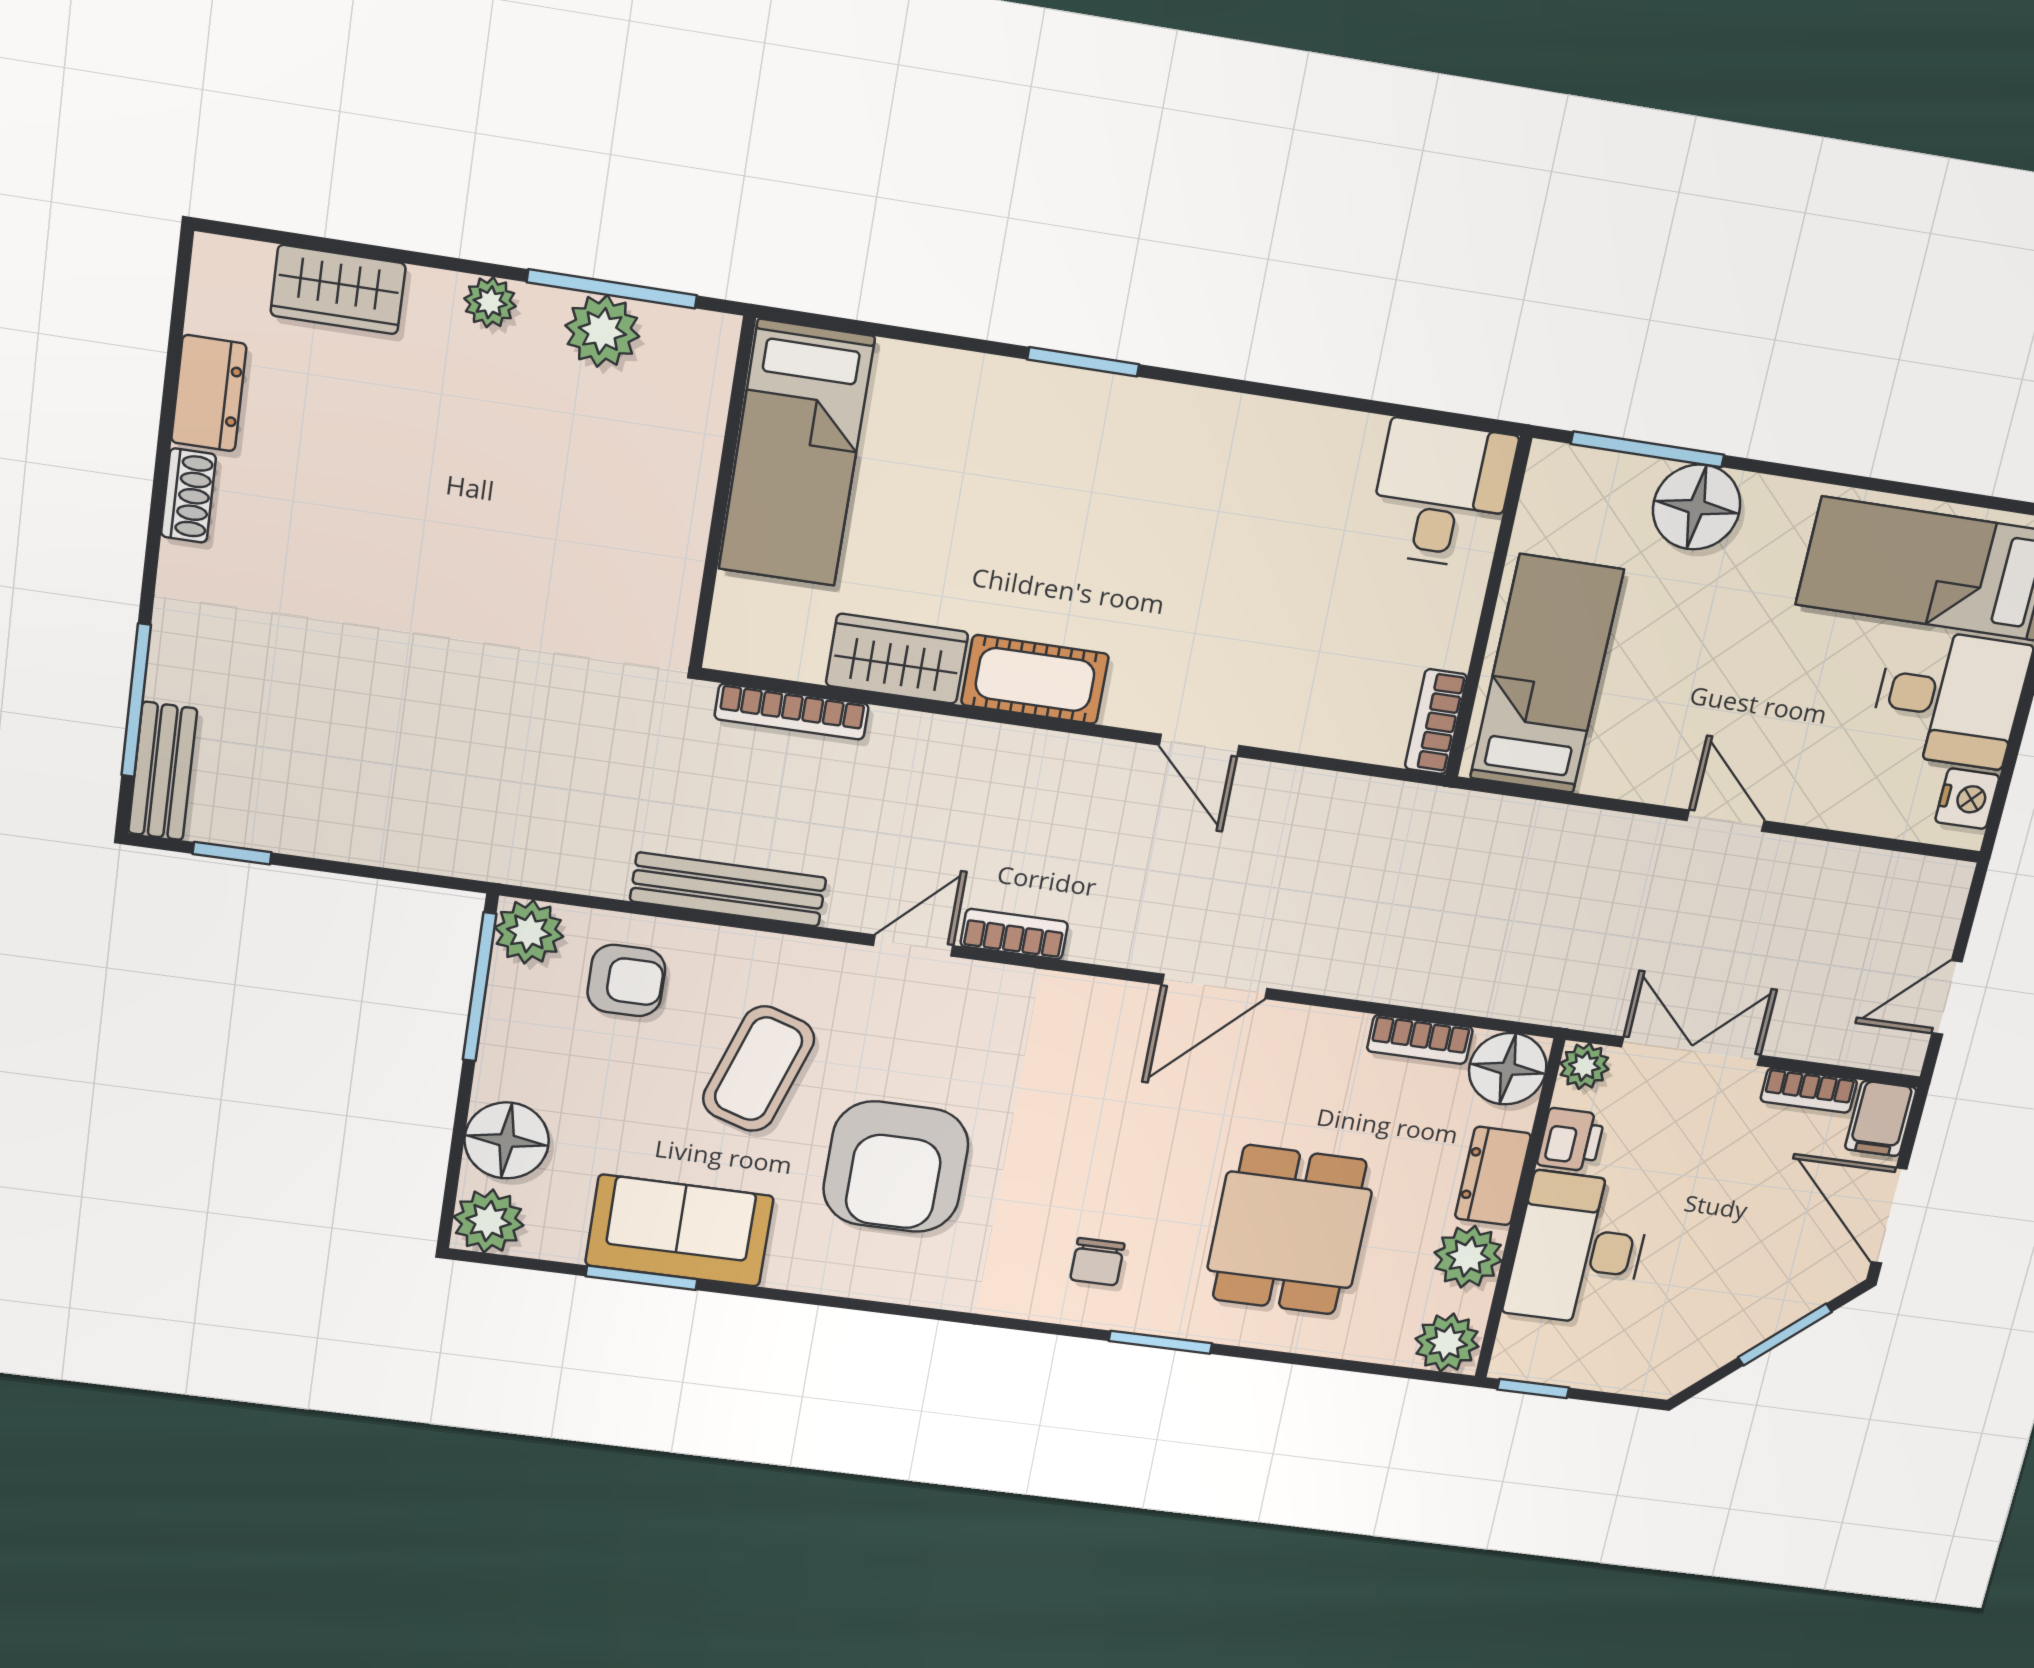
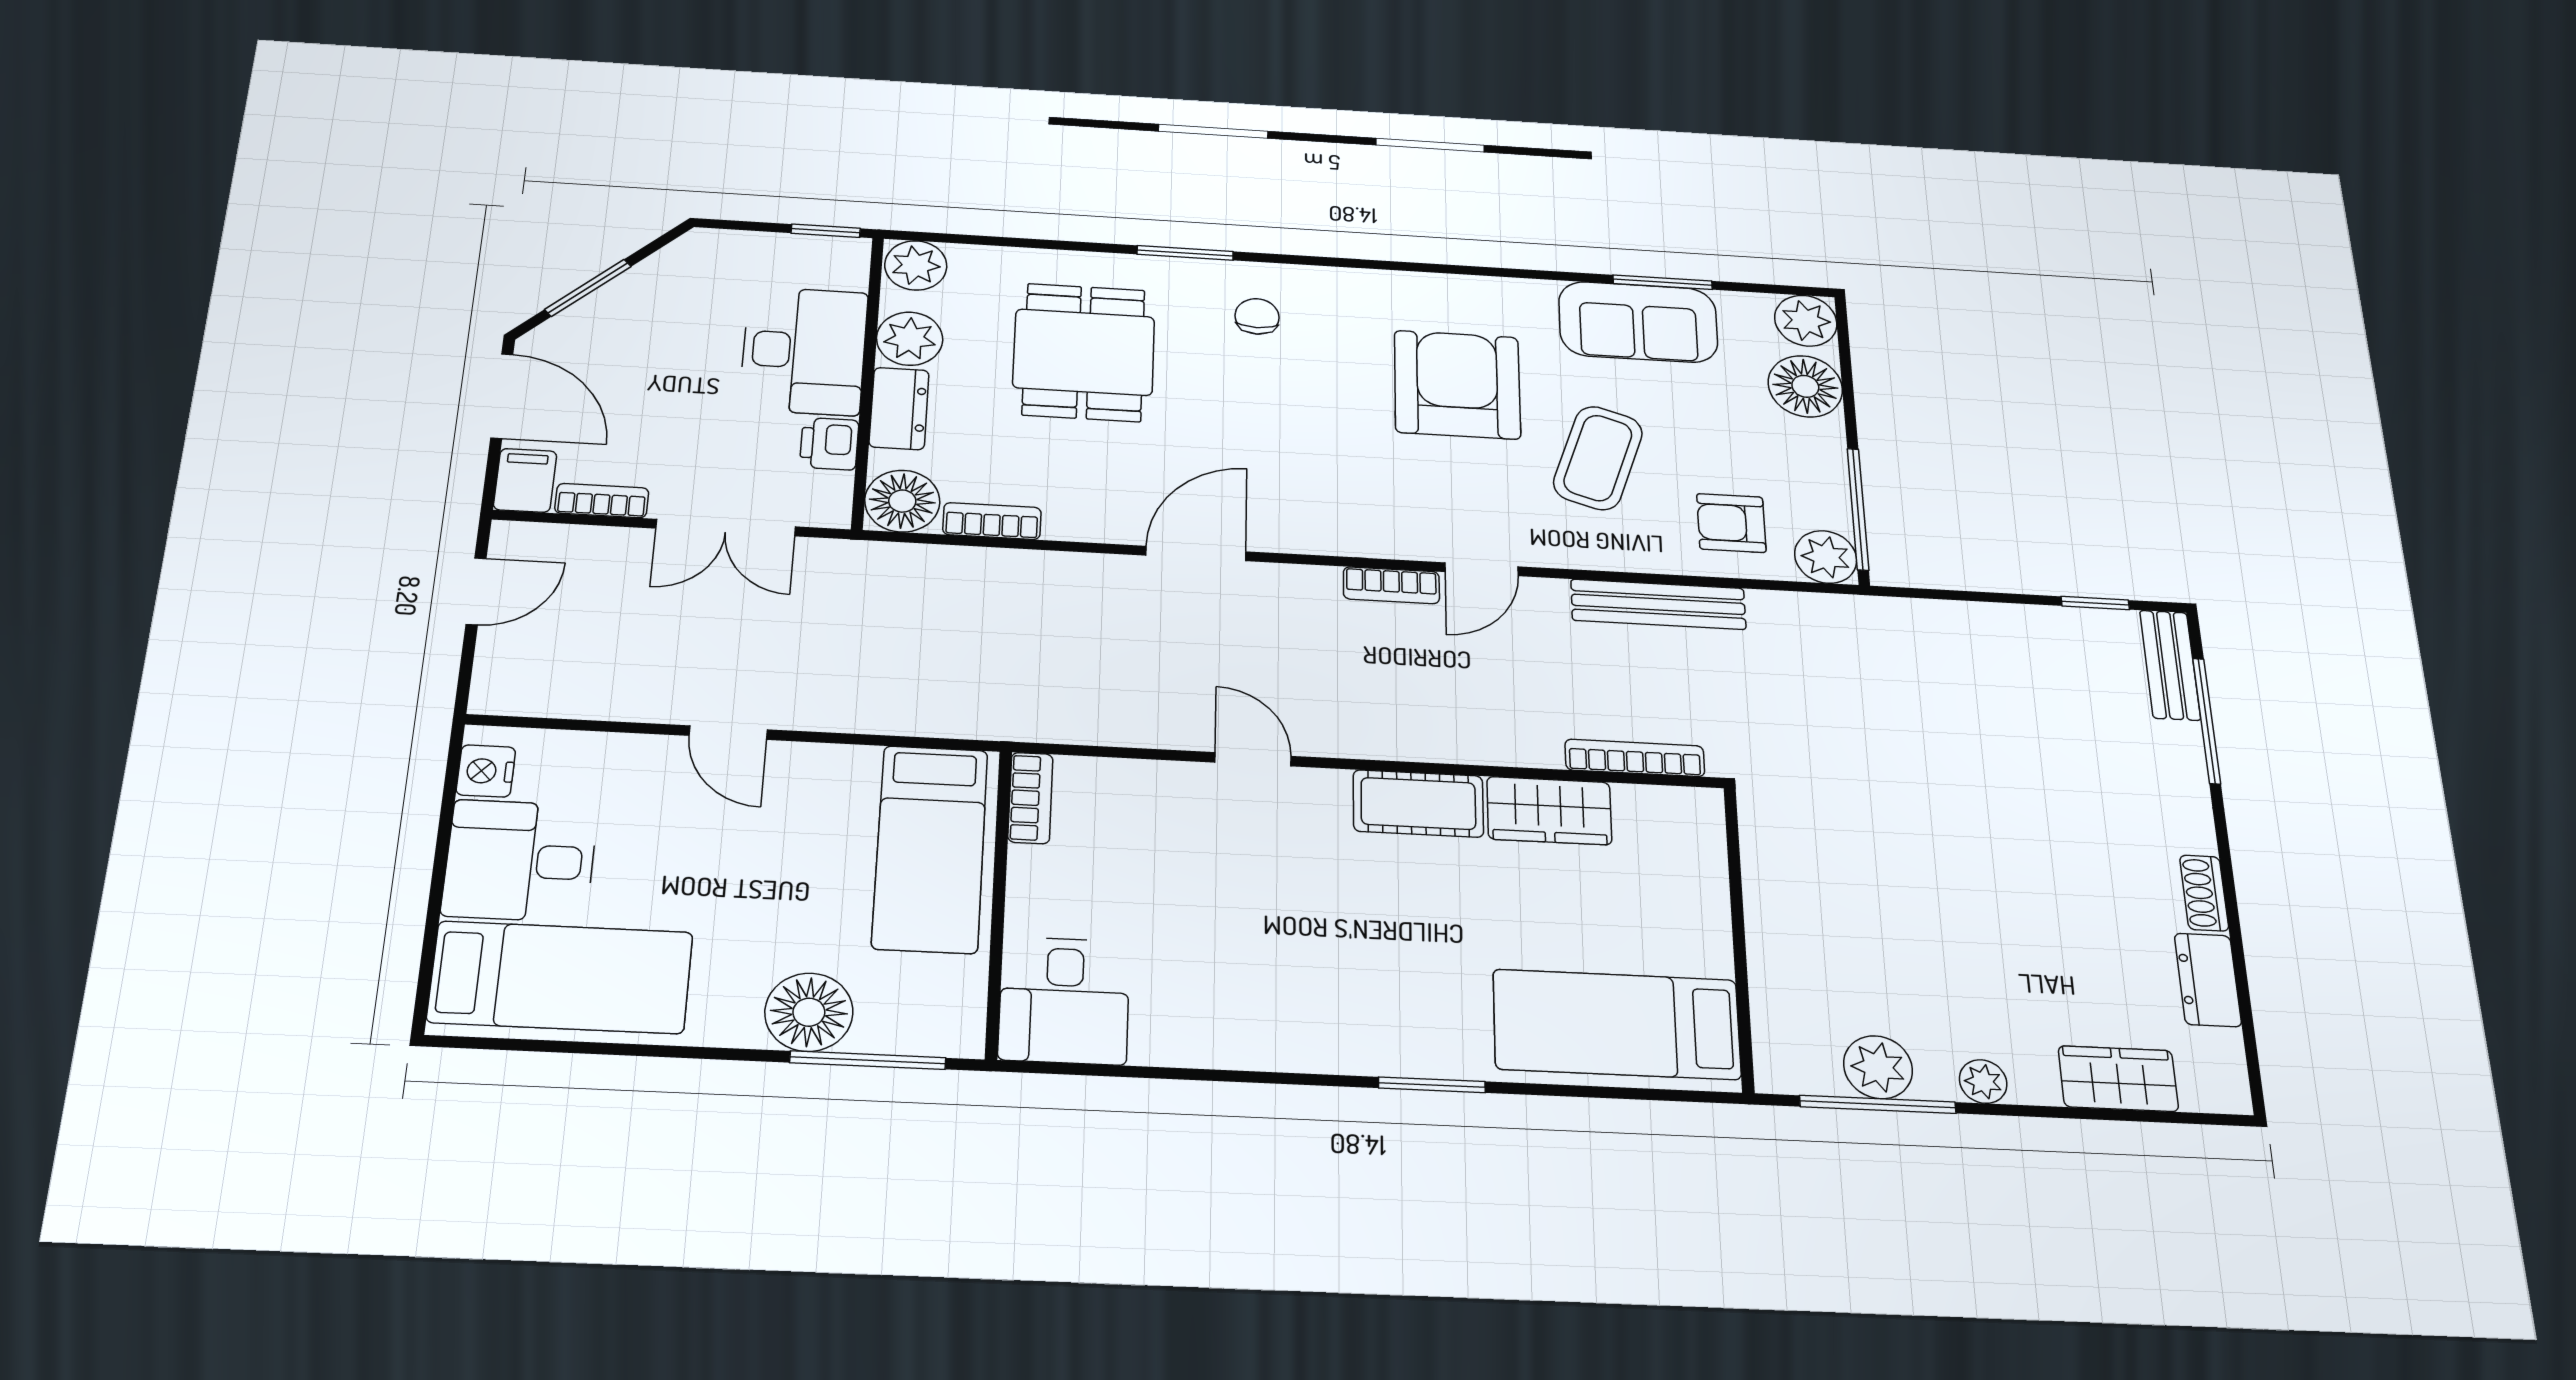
bed: (796, 453) -> (1617, 1024), moved, turned -90
plant: (1584, 1066) -> (828, 508), removed

